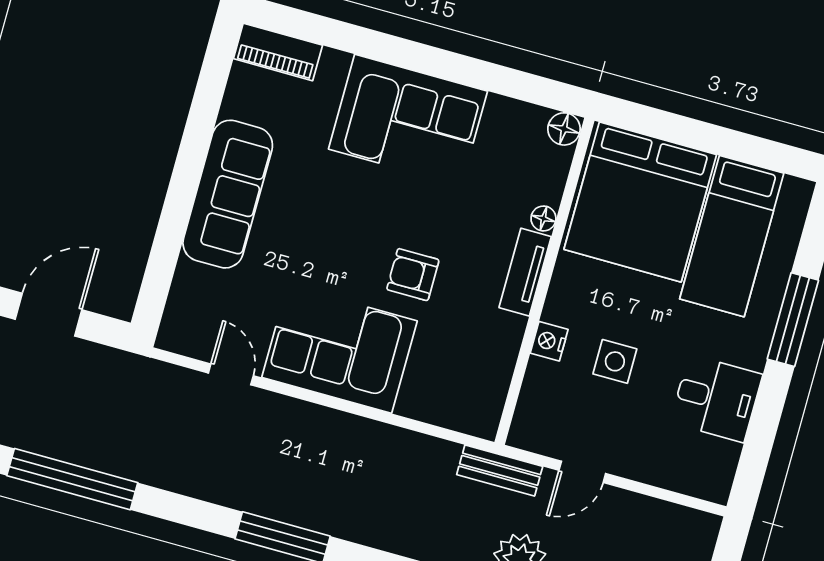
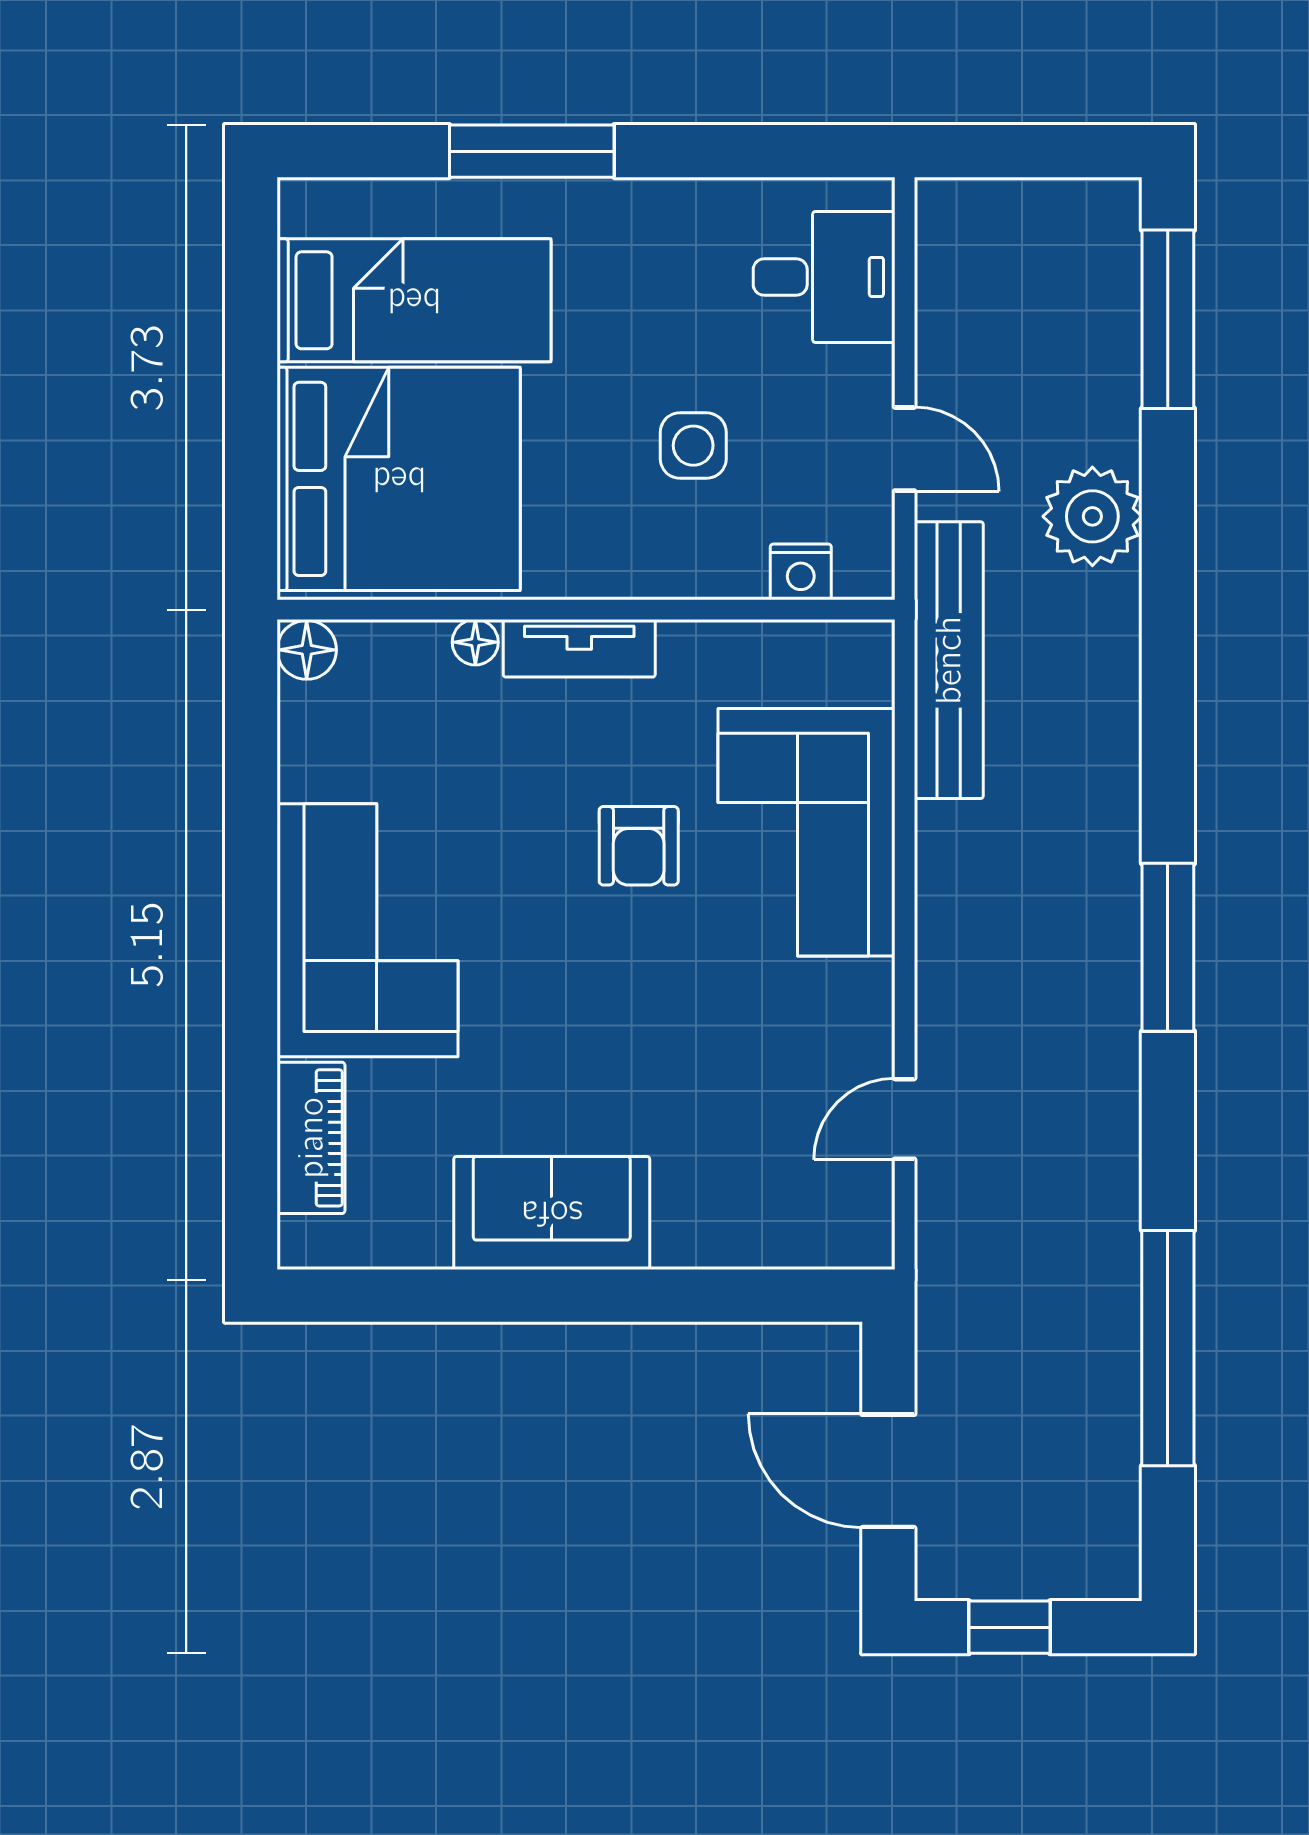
piano: (278, 52) -> (311, 1138), moved
sofa: (228, 194) -> (552, 1213), width x0.73
nightstand: (549, 341) -> (801, 572), moved
corner sofa: (340, 349) -> (807, 832), moved
desk: (716, 398) -> (824, 277), moved, turned 90
bench: (500, 470) -> (949, 660), width x1.86, depth x1.21

